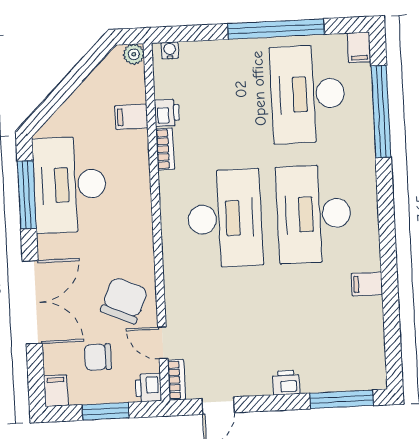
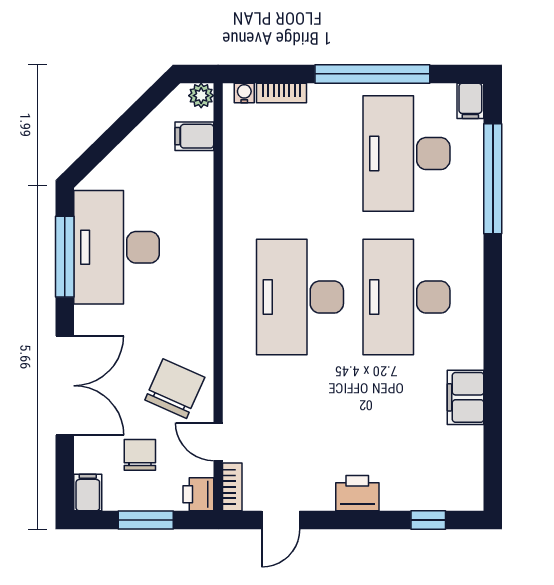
printer: (167, 113) -> (237, 167), removed
filing cabinet: (131, 117) -> (194, 136), moved
bookcase: (165, 149) -> (281, 93), moved, turned 90
desk: (225, 218) -> (300, 297), turned 180
filing cabinet: (367, 284) -> (466, 397), width x2.00
chair: (98, 357) -> (140, 455), turned 90
printer: (286, 383) -> (357, 493), width x1.36, depth x1.24
window: (342, 399) -> (428, 520), width x0.46

